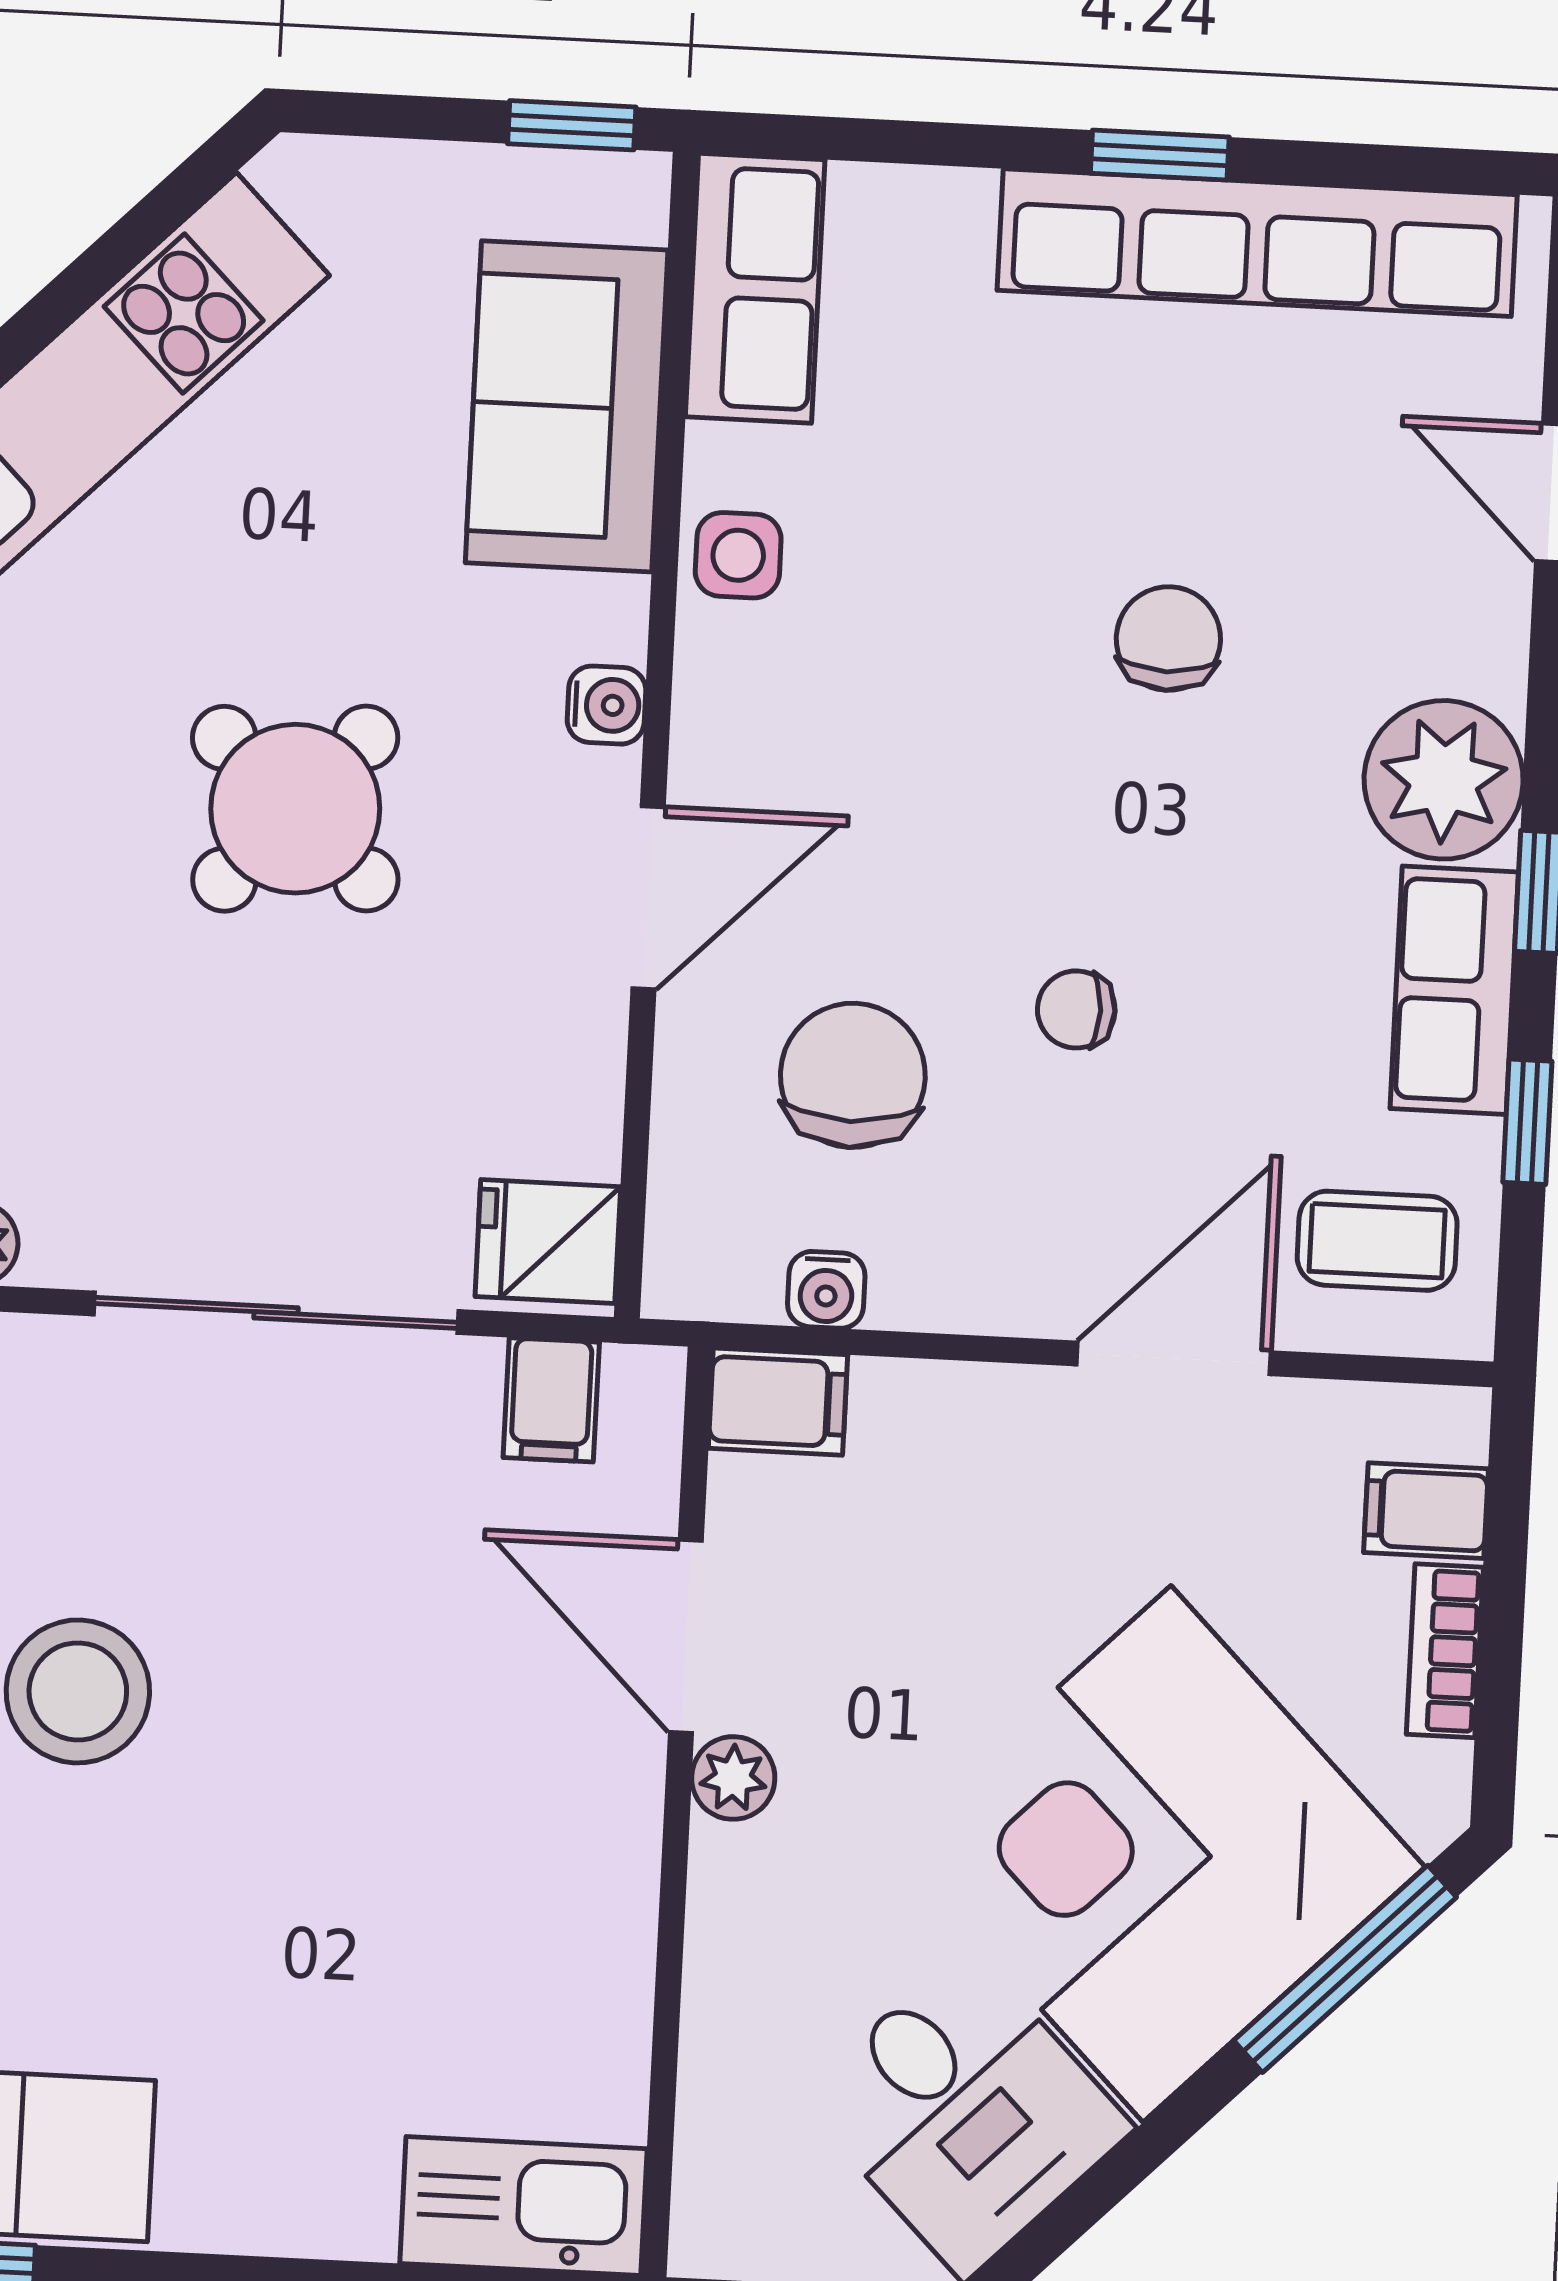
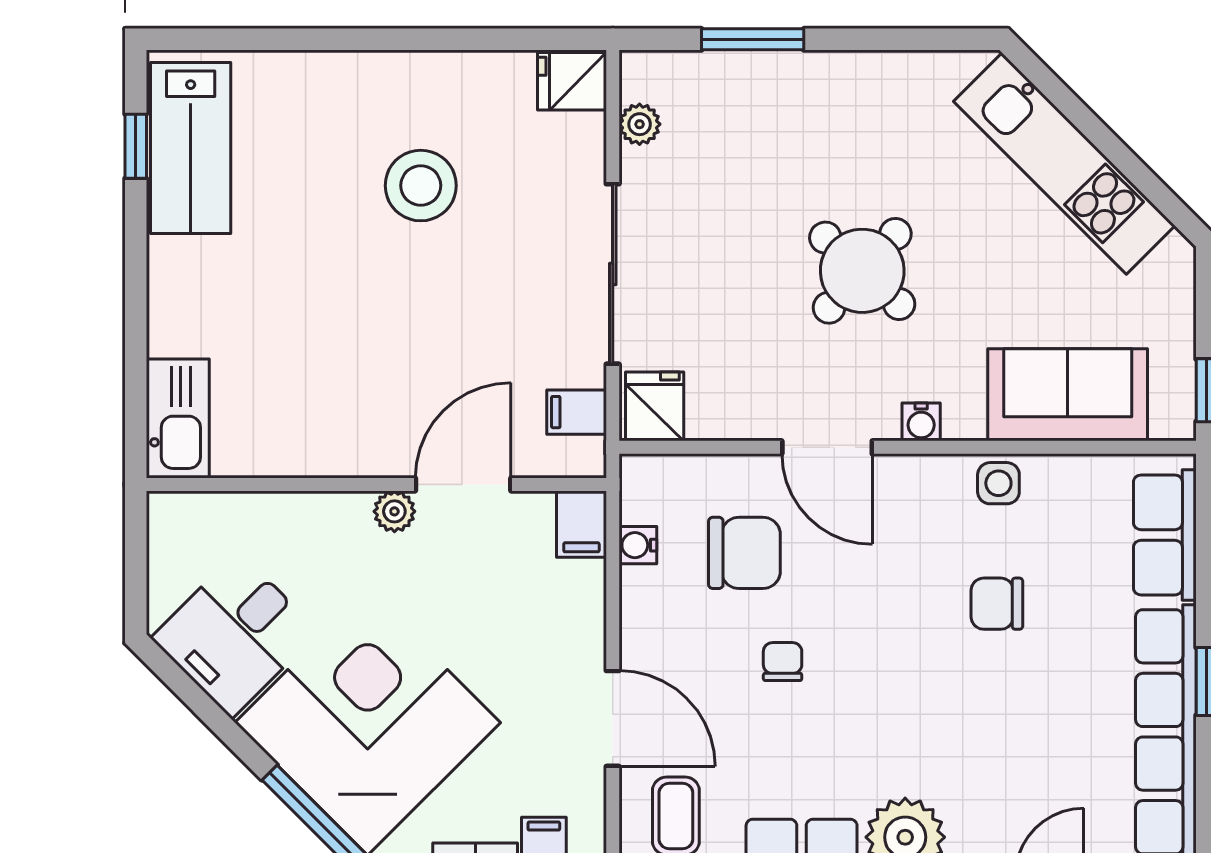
row of seats: (755, 288) -> (1165, 535), moved, turned 90
chair: (1168, 639) -> (997, 604), moved, turned 180

